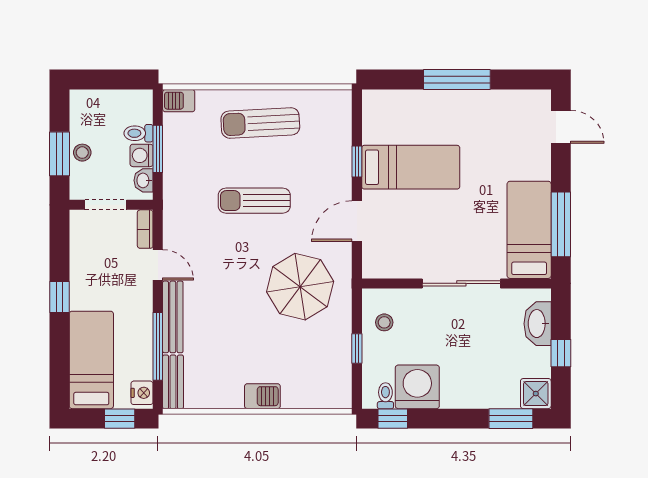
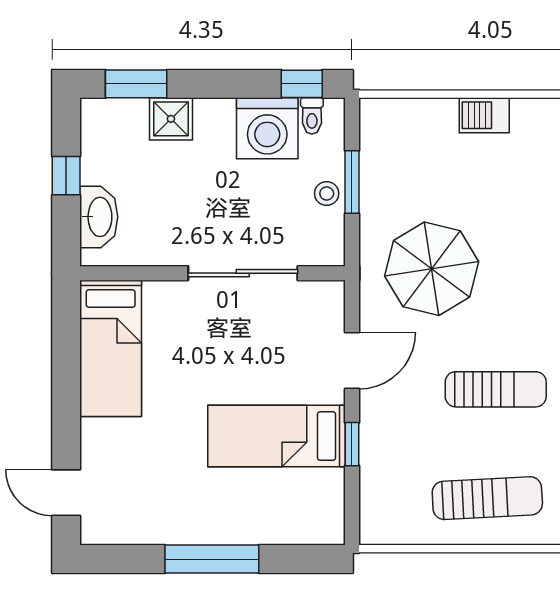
window: (561, 224) -> (66, 356), removed
sliding door: (461, 283) -> (243, 273), moved
stool: (384, 322) -> (327, 193), moved
window: (357, 349) -> (352, 182), width x1.50
shower: (536, 394) -> (171, 119), moved

